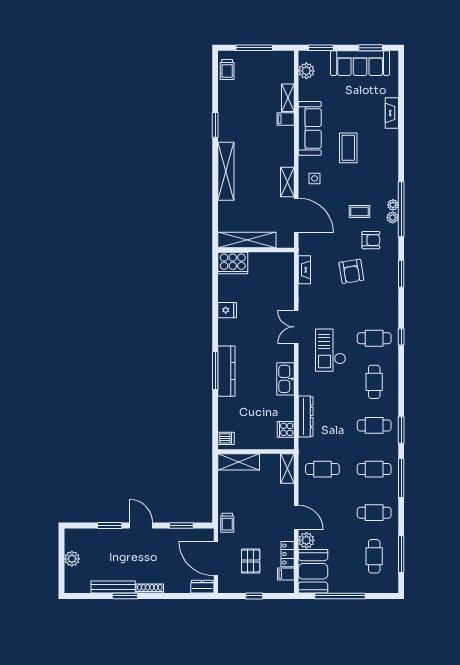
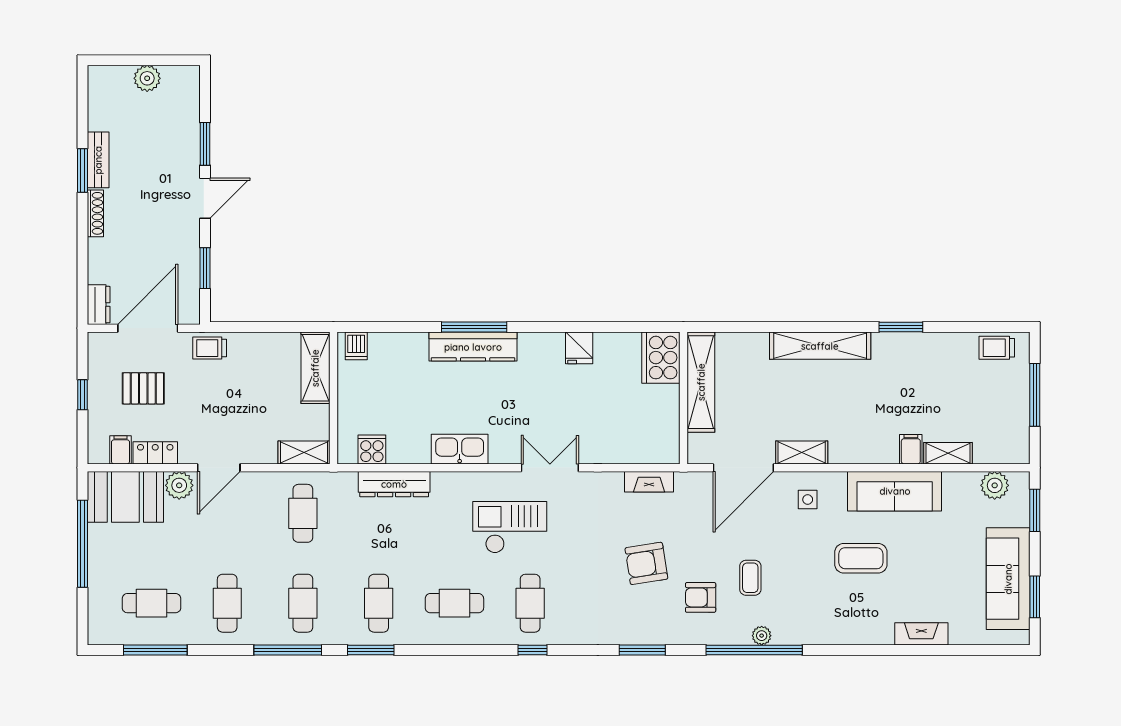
plant: (393, 217) -> (740, 635), removed
armchair: (371, 240) -> (701, 597), turned 90
bench: (113, 587) -> (98, 160), width x0.73

